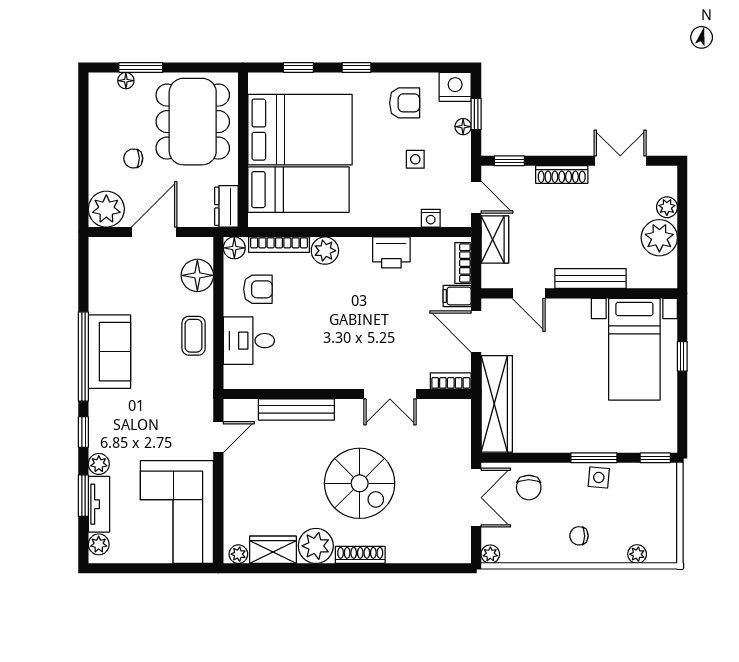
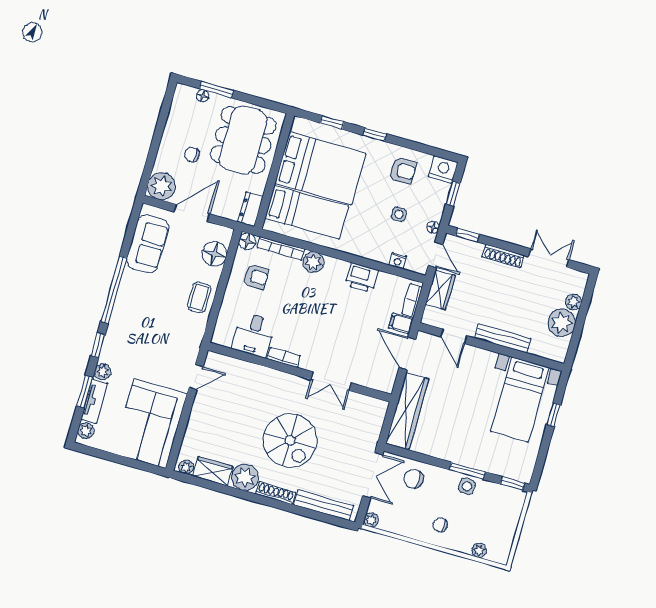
floor lamp: (463, 127) -> (433, 227), moved
desk: (249, 341) -> (253, 335), moved, turned -90
sofa: (110, 352) -> (148, 244), moved
bookcase: (451, 381) -> (284, 357), moved
bench: (296, 410) -> (324, 505), moved
chair: (529, 488) -> (413, 479), turned 93

